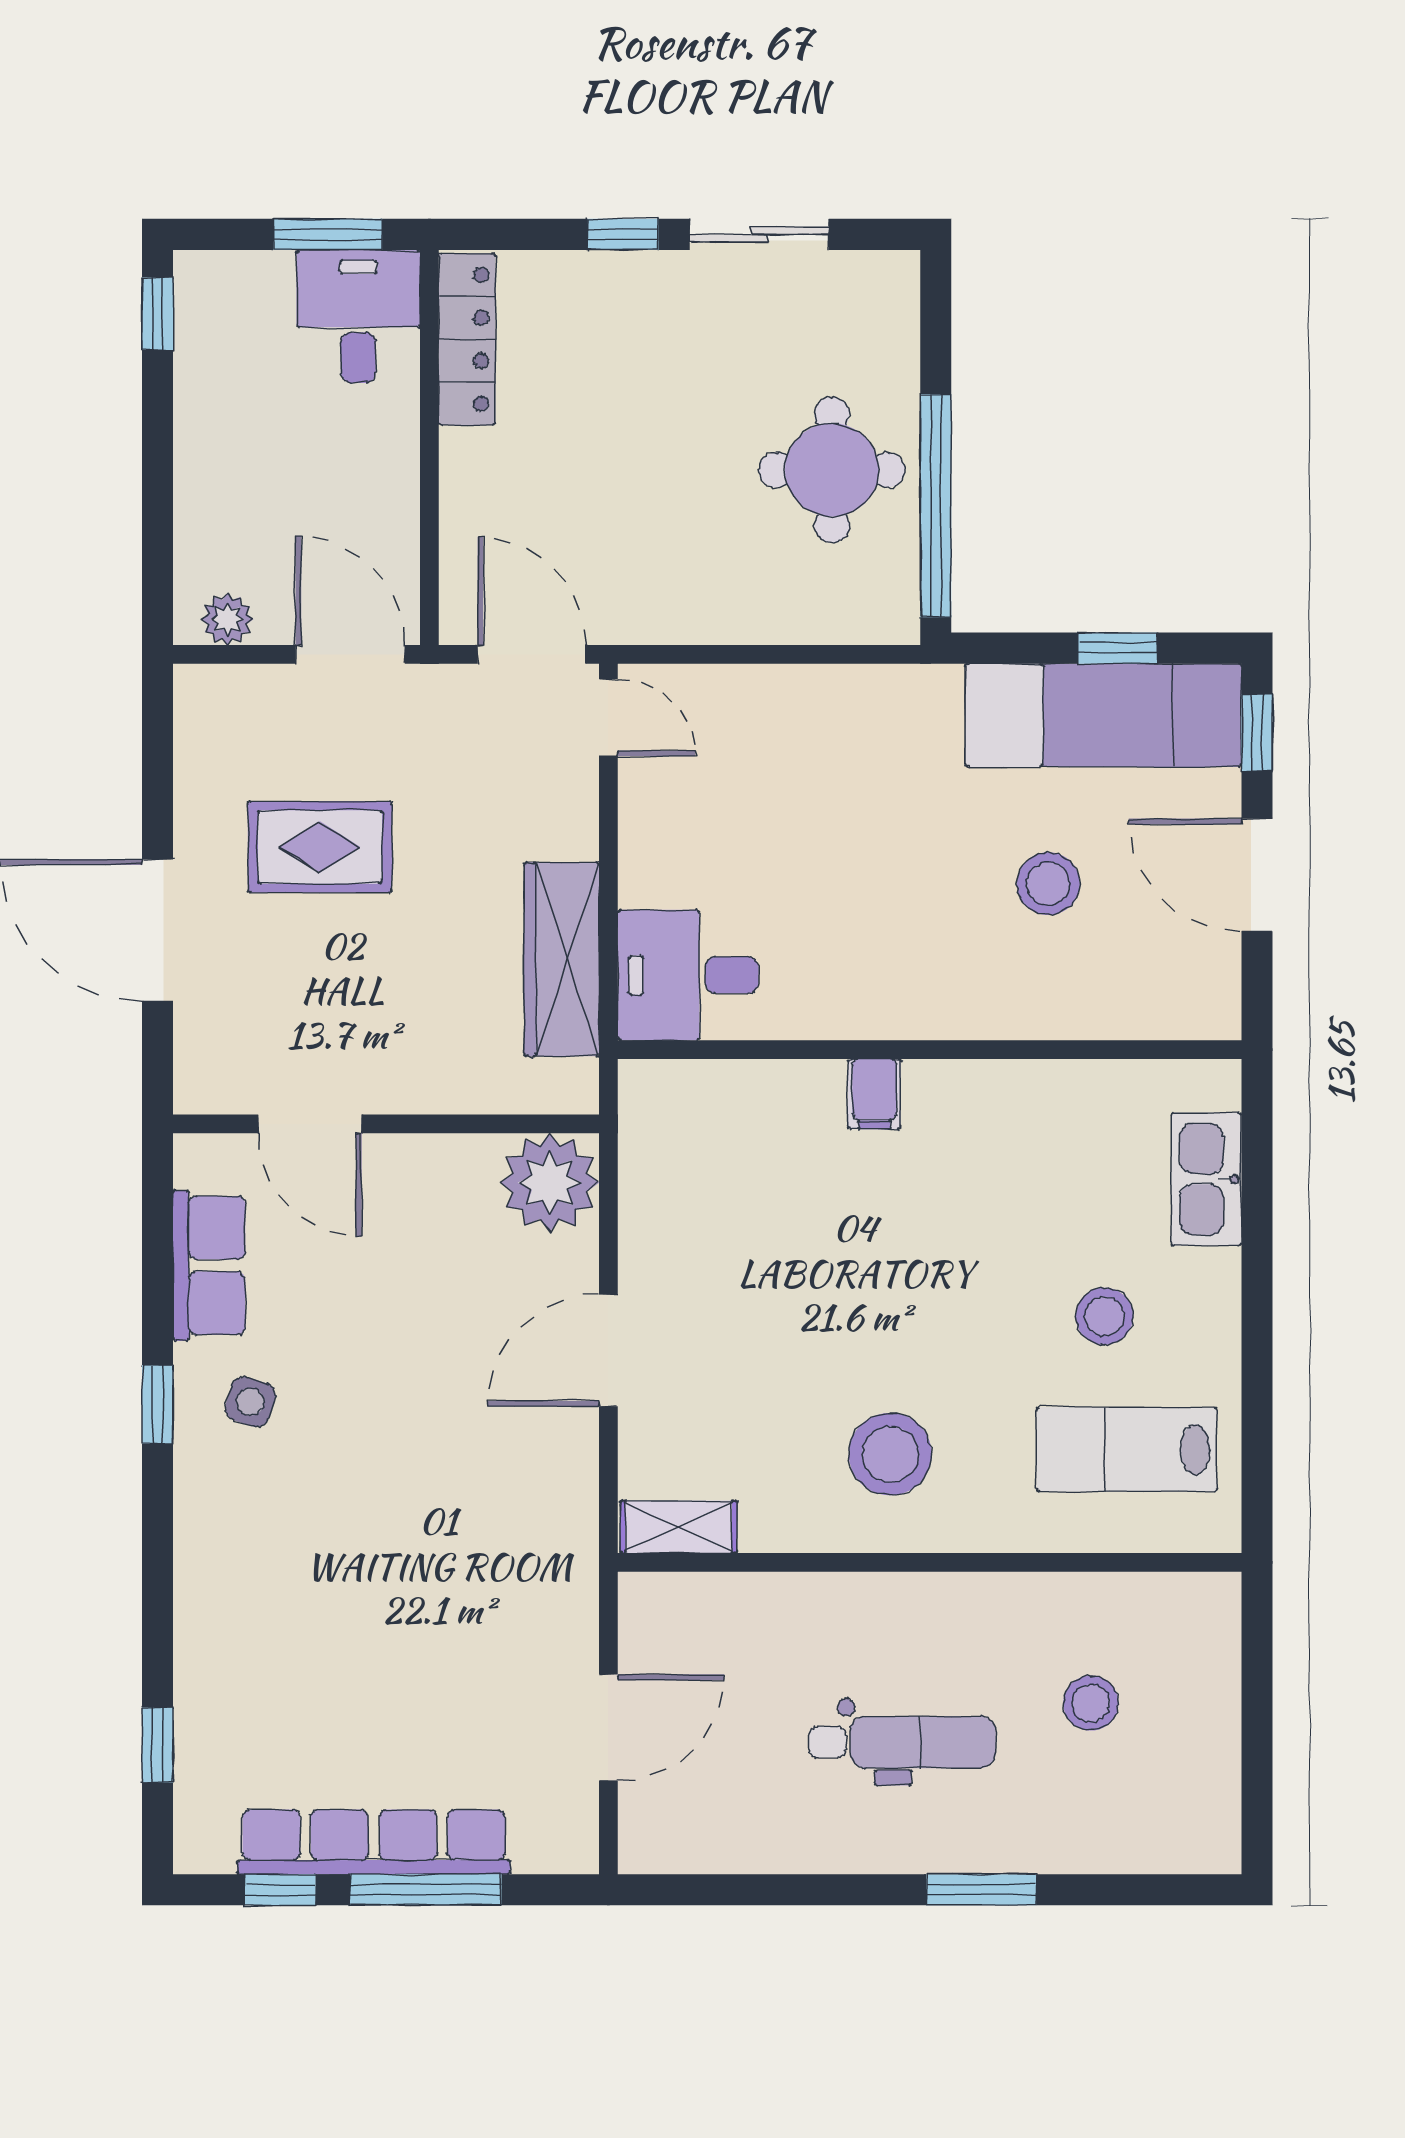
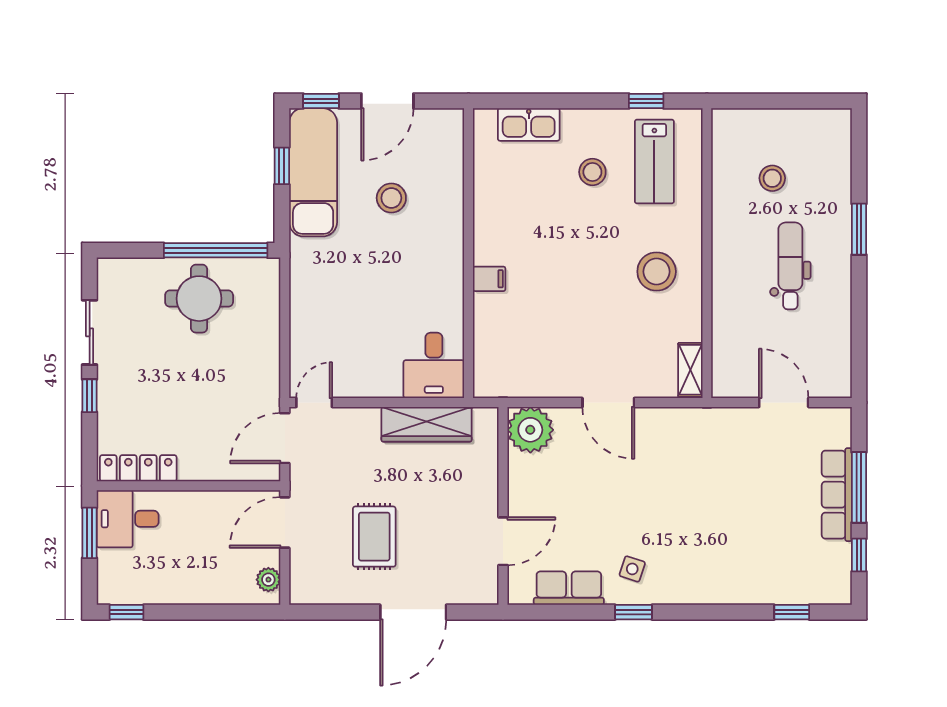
window: (1257, 1432) -> (646, 101), added
row of seats: (374, 1842) -> (837, 495), width x0.73

